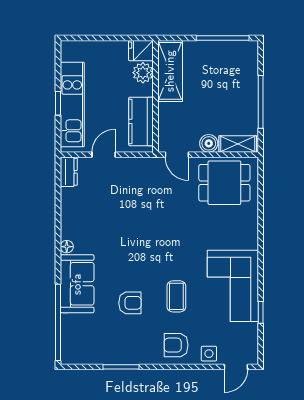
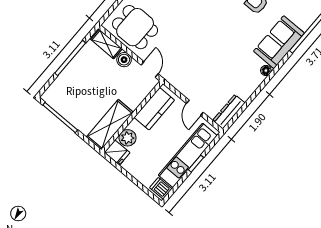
dishwasher: (71, 52) -> (161, 188), added
door: (104, 155) -> (195, 108), hinge flipped
dresser: (69, 172) -> (229, 112), width x1.44

